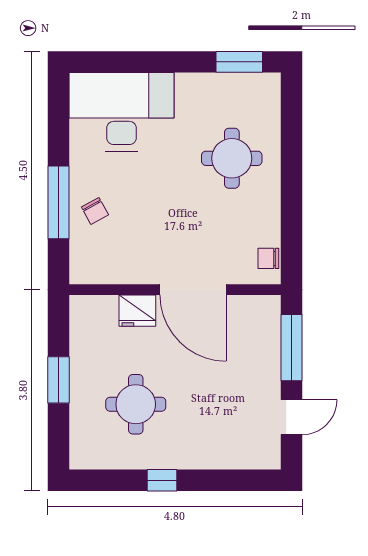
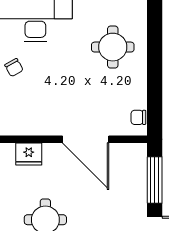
chair: (95, 211) -> (14, 68), moved
fridge: (137, 311) -> (29, 154), moved

